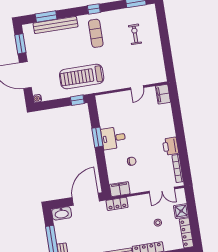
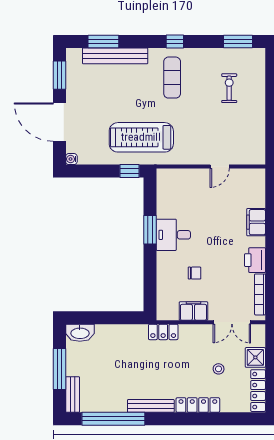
filing cabinet: (163, 94) -> (256, 222), moved
filing cabinet: (120, 189) -> (193, 311), moved
door: (86, 199) -> (119, 318), removed

